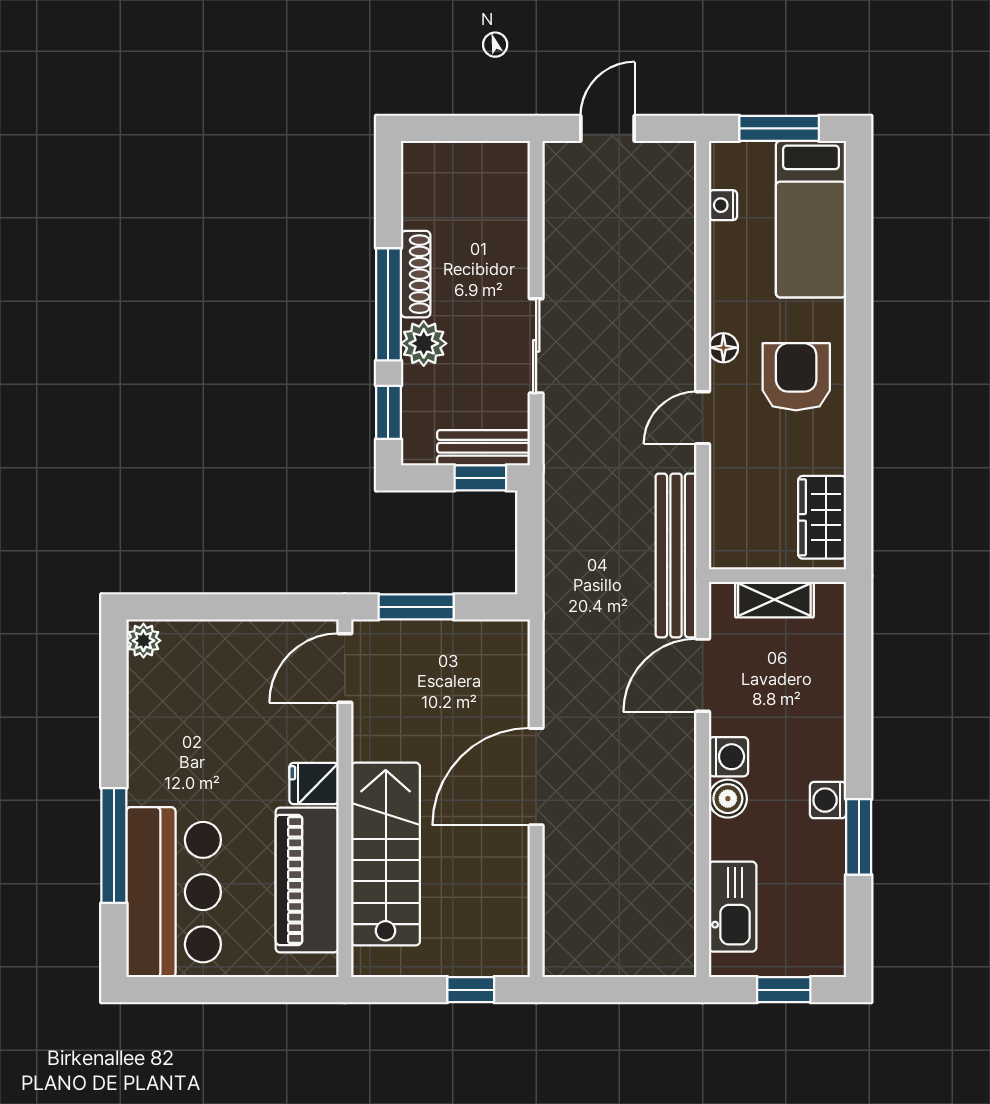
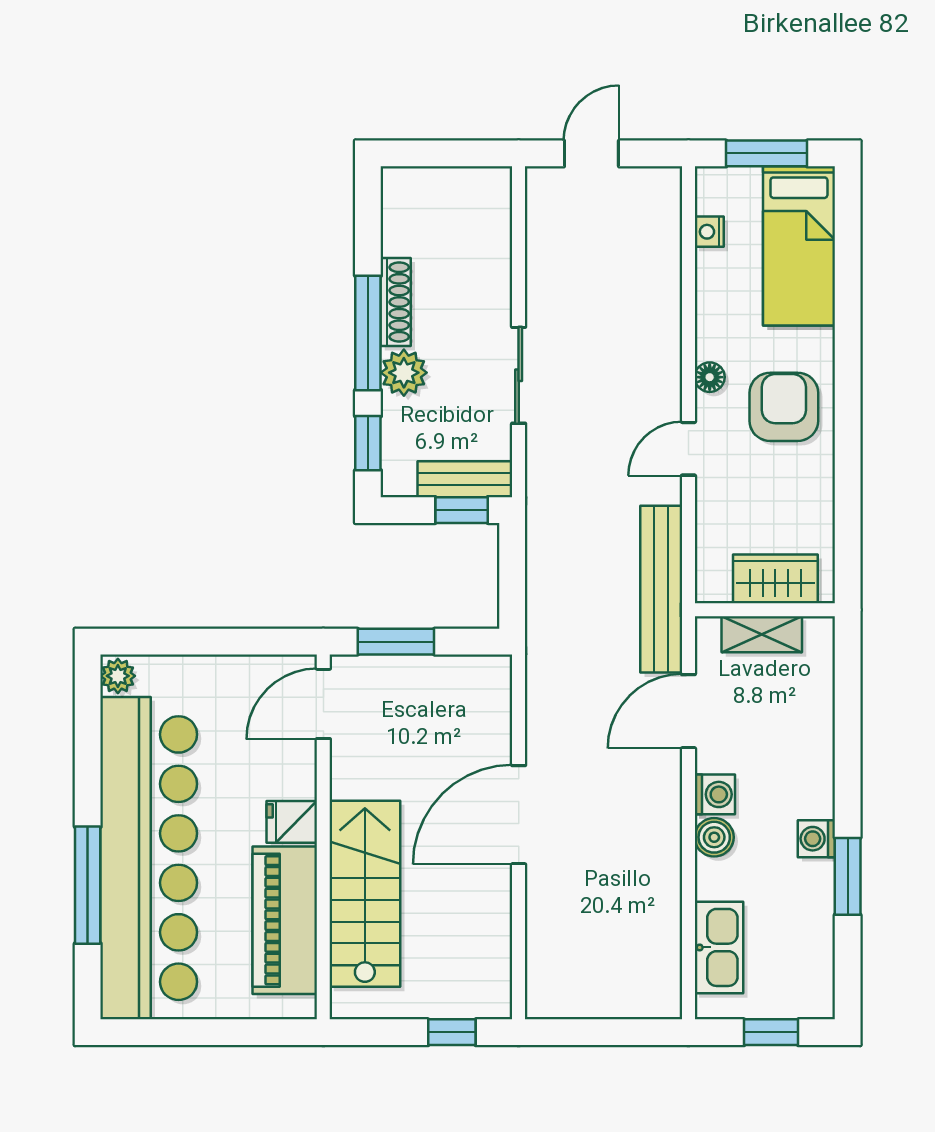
wardrobe: (822, 517) -> (775, 579), moved, turned 90
bar counter: (174, 892) -> (149, 858), width x1.86

